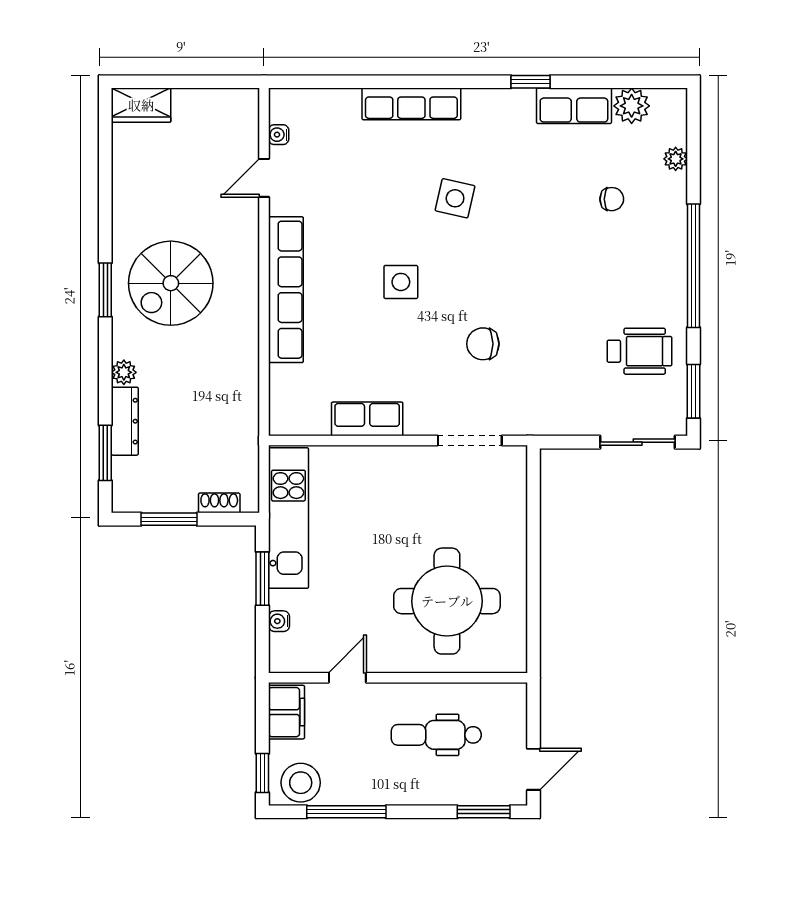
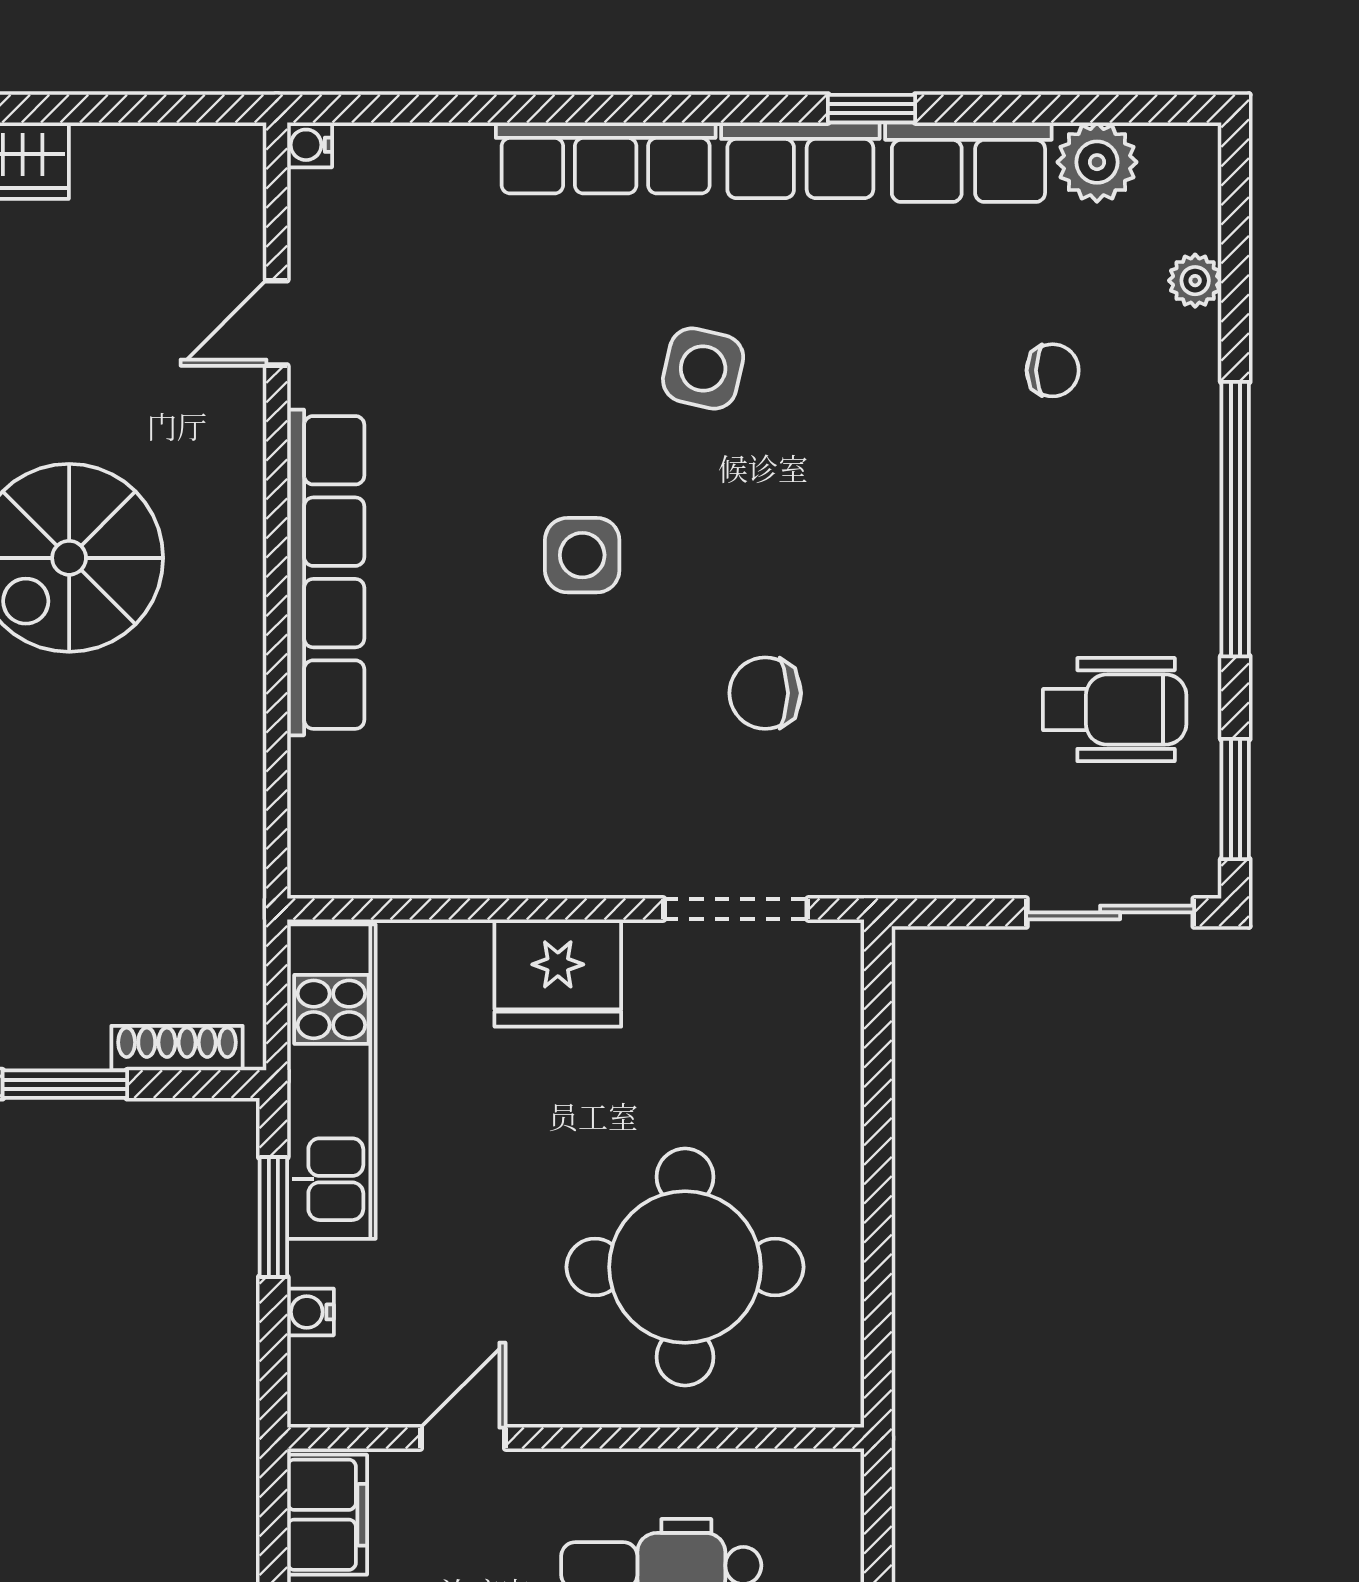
water cooler: (279, 135) -> (310, 145), moved
row of seats: (367, 419) -> (800, 160), moved, turned 180
fridge: (390, 469) -> (558, 973), added
shoe rack: (219, 503) -> (177, 1048), width x1.43

